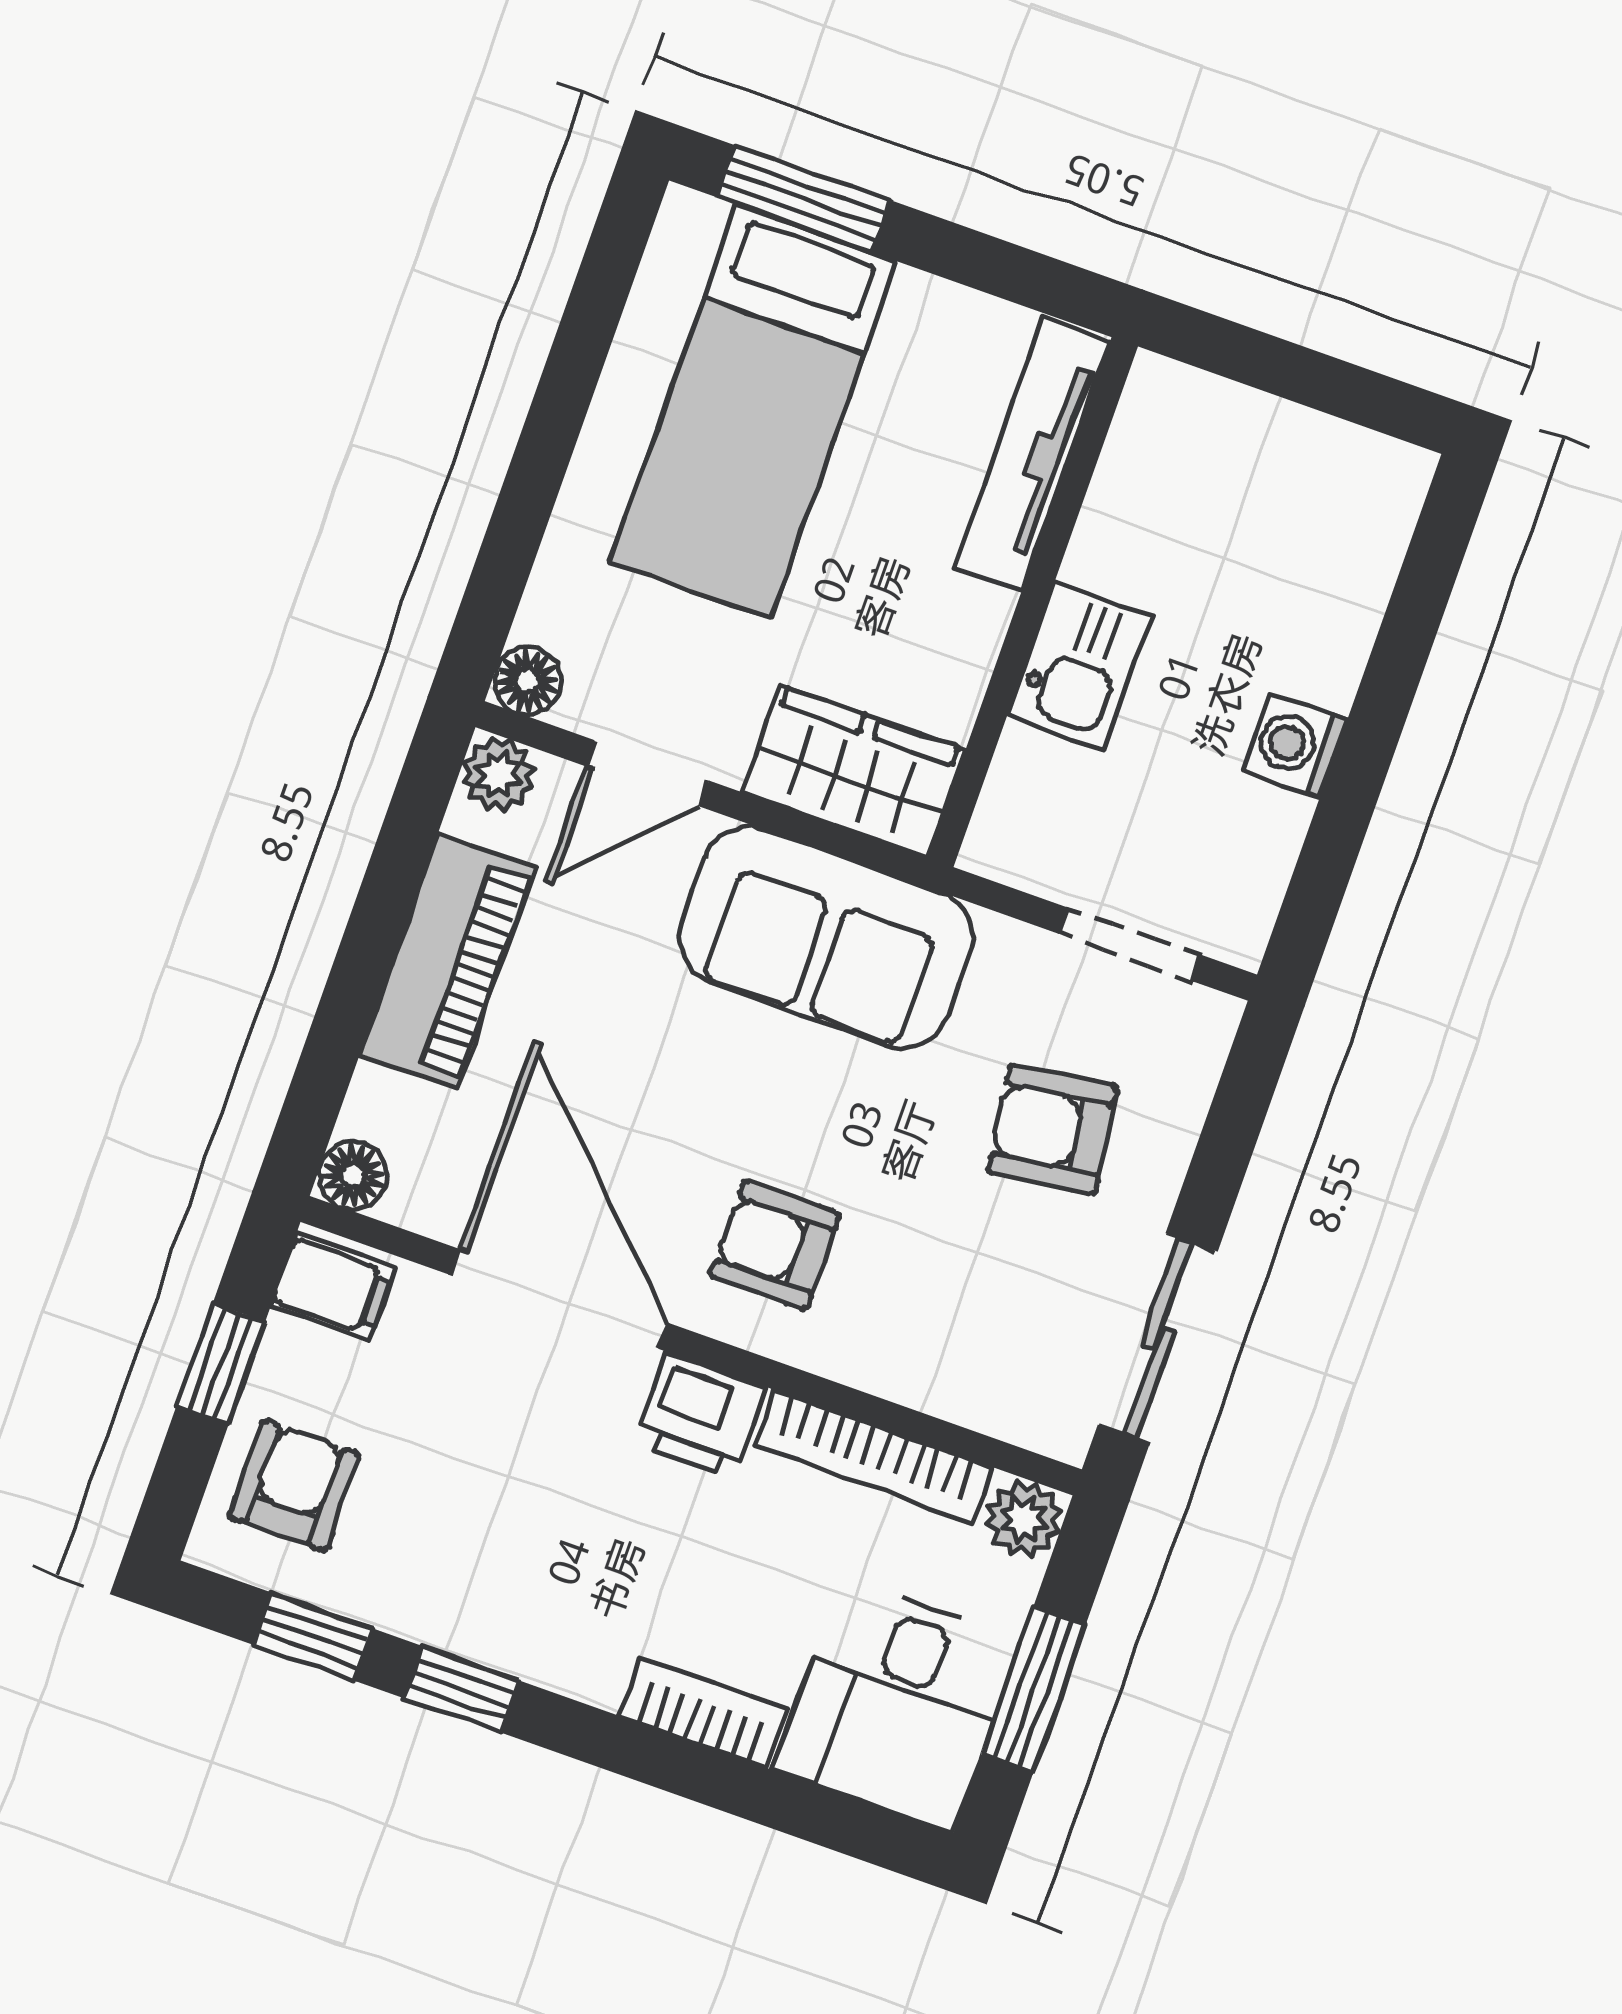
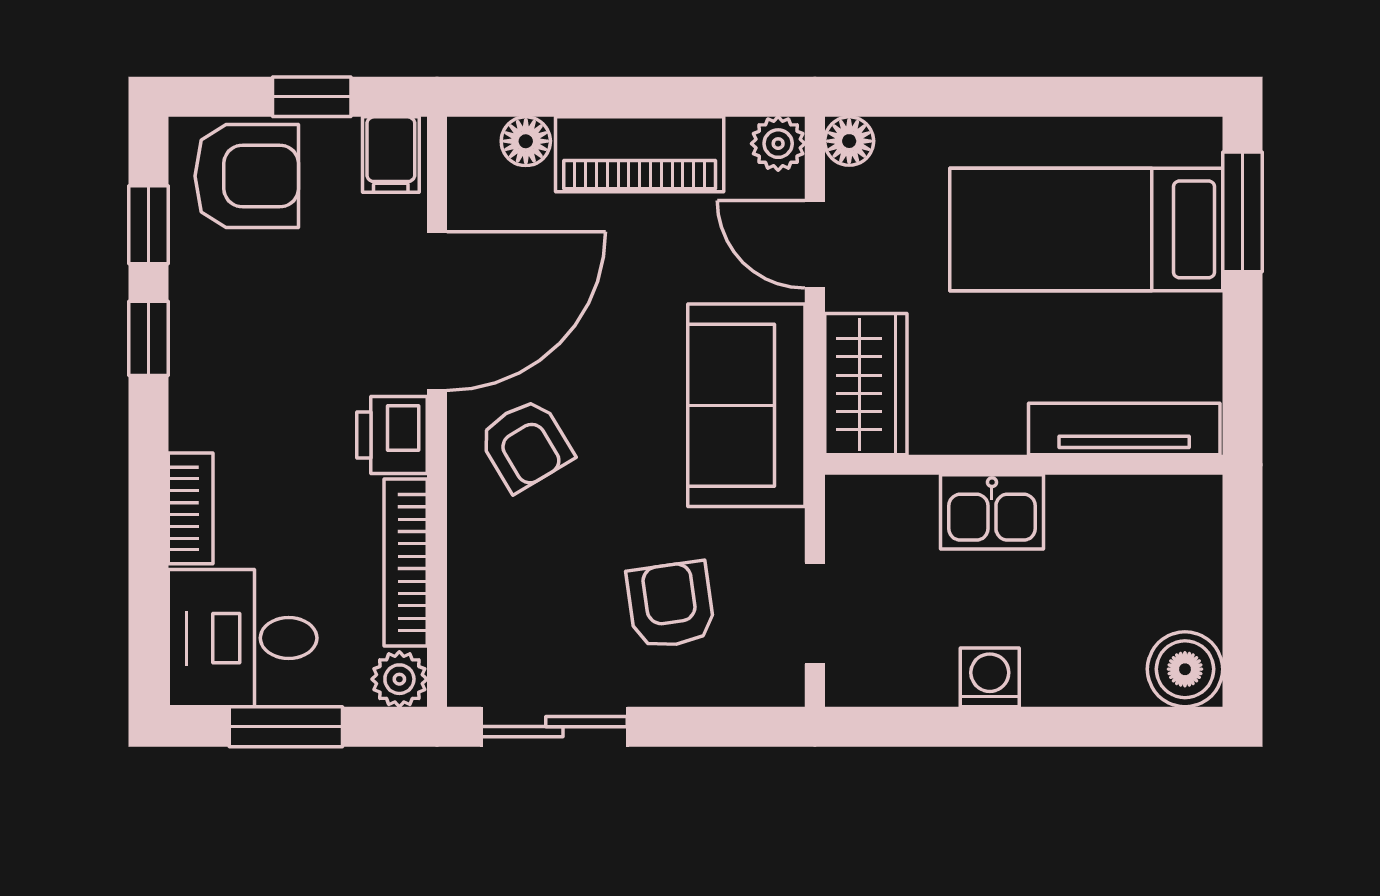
boiler: (1375, 486) -> (1185, 669), added
floor lamp: (353, 1175) -> (526, 141), moved
armchair: (775, 1245) -> (526, 445), turned 149
armchair: (294, 1486) -> (247, 176), width x1.38, depth x1.38

